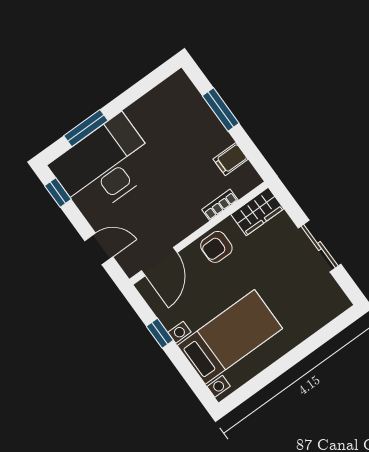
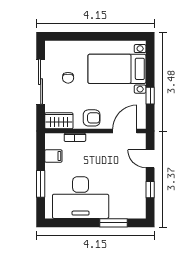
desk: (104, 166) -> (81, 198), moved
window: (58, 192) -> (150, 190), moved
sliding door: (320, 246) -> (41, 82), width x1.37
chair: (287, 278) -> (68, 78), added

